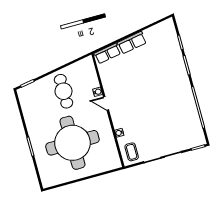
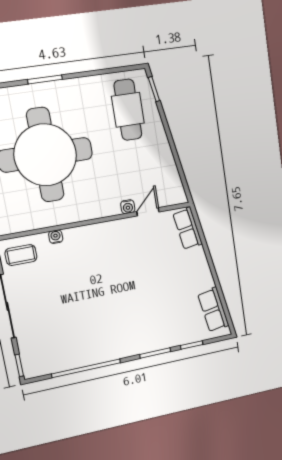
row of seats: (132, 43) -> (213, 310), moved
cafe table: (64, 91) -> (128, 110), moved, turned 90
door: (106, 103) -> (148, 212), moved

